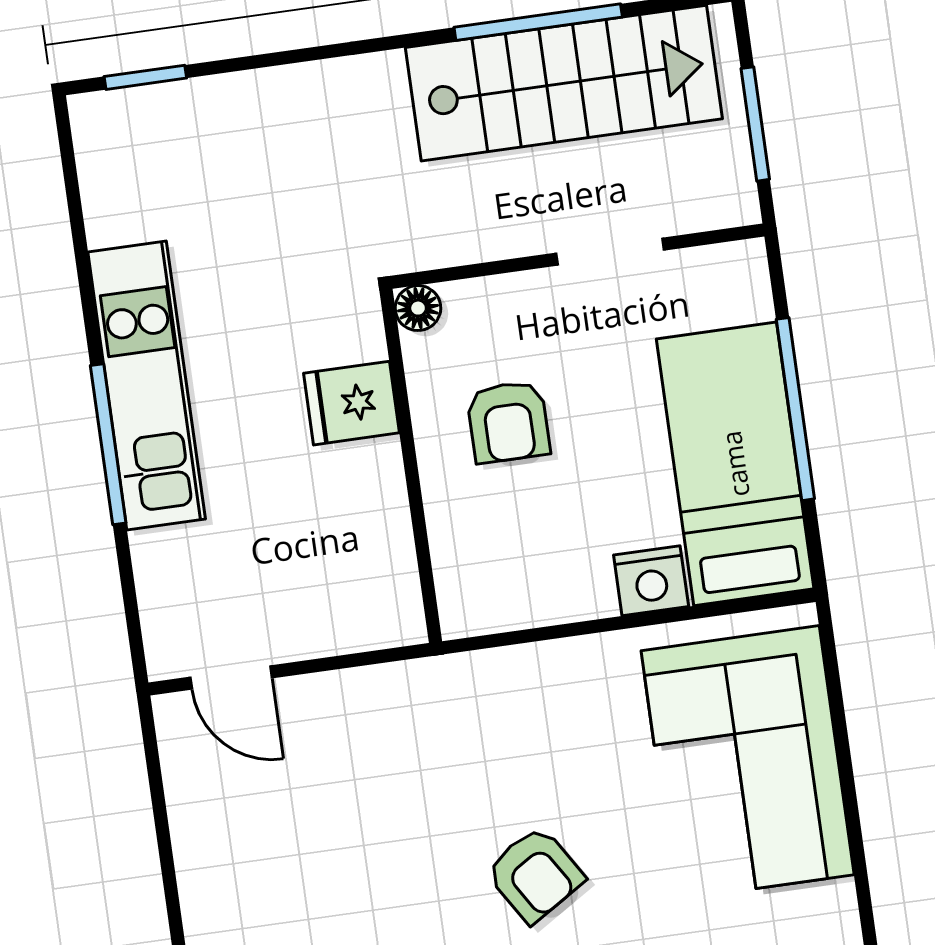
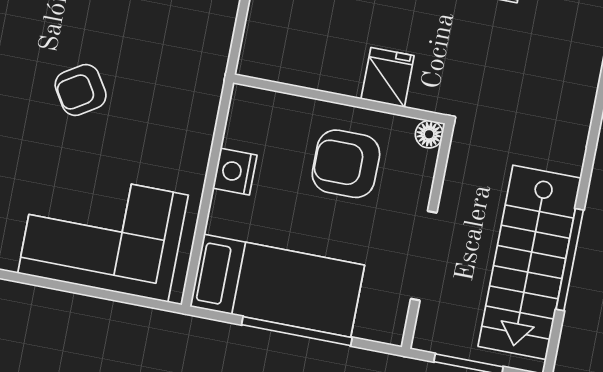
doorway: (610, 252) -> (424, 256), width x1.38
armchair: (508, 422) -> (346, 164), width x1.38, depth x1.38
nightstand: (651, 581) -> (235, 172), moved

